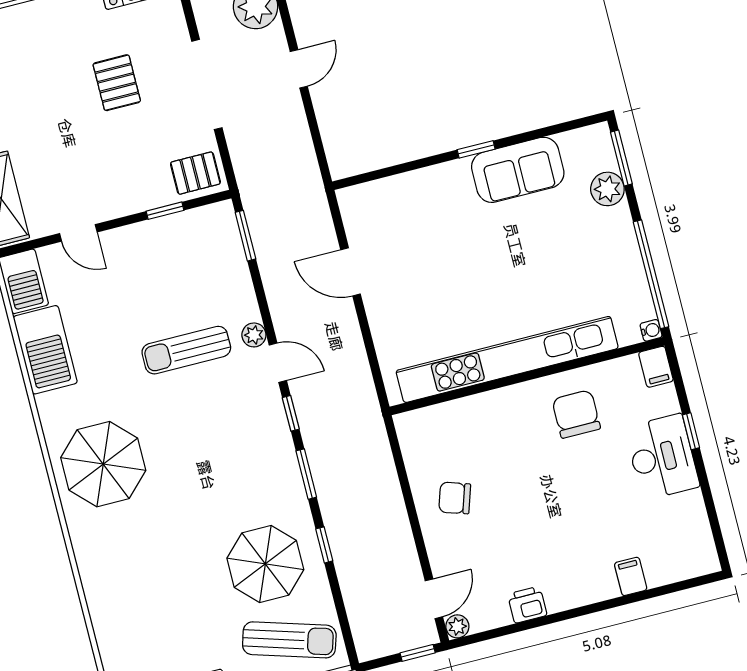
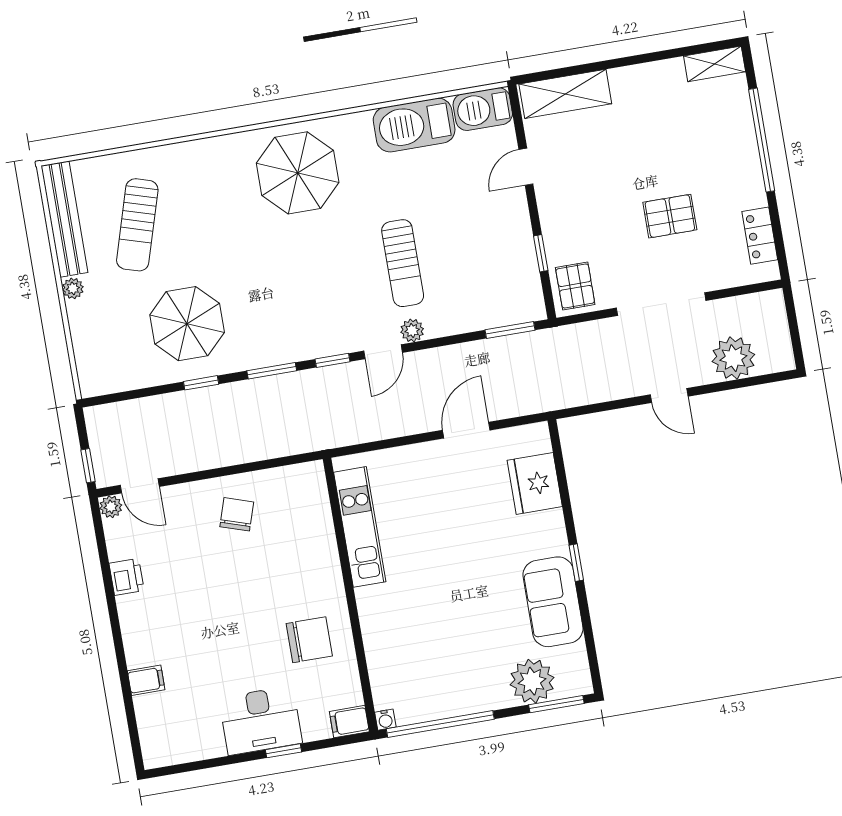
plant: (607, 189) -> (532, 681), width x1.36, depth x1.36
fridge: (399, 198) -> (535, 483), added
sun lounger: (186, 350) -> (403, 263), turned 180
kitchen unit: (507, 359) -> (360, 527), width x0.54
sun lounger: (289, 640) -> (137, 225), moved

